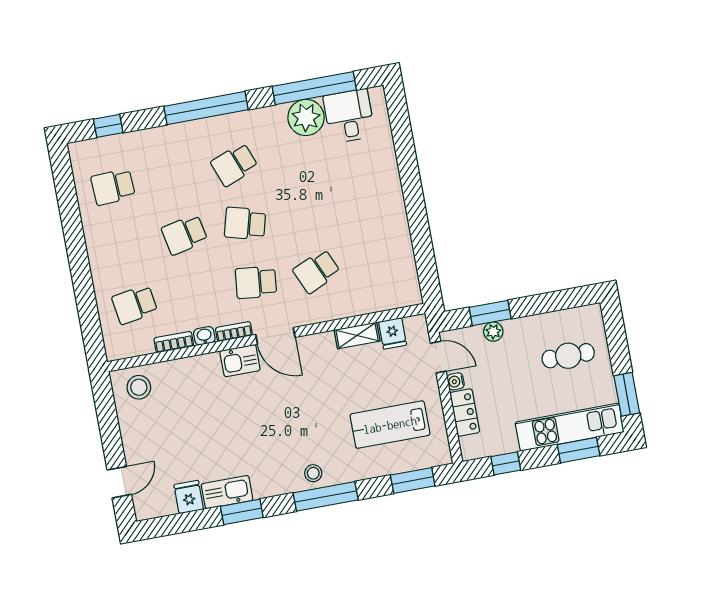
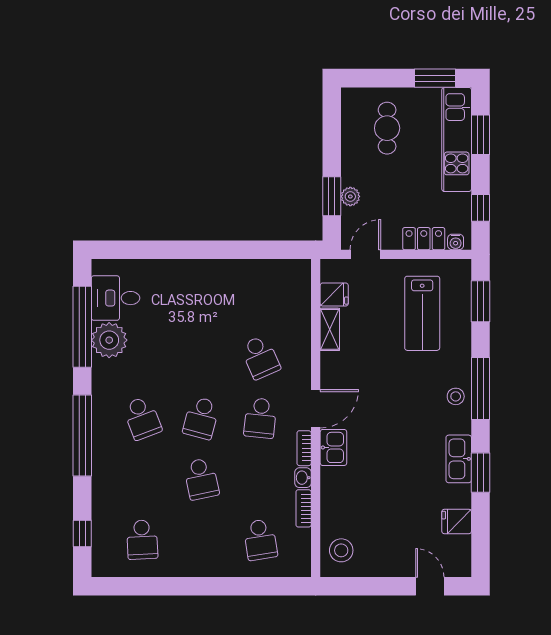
water cooler: (456, 381) -> (456, 242), moved
kitchen sink: (227, 492) -> (459, 459), moved

